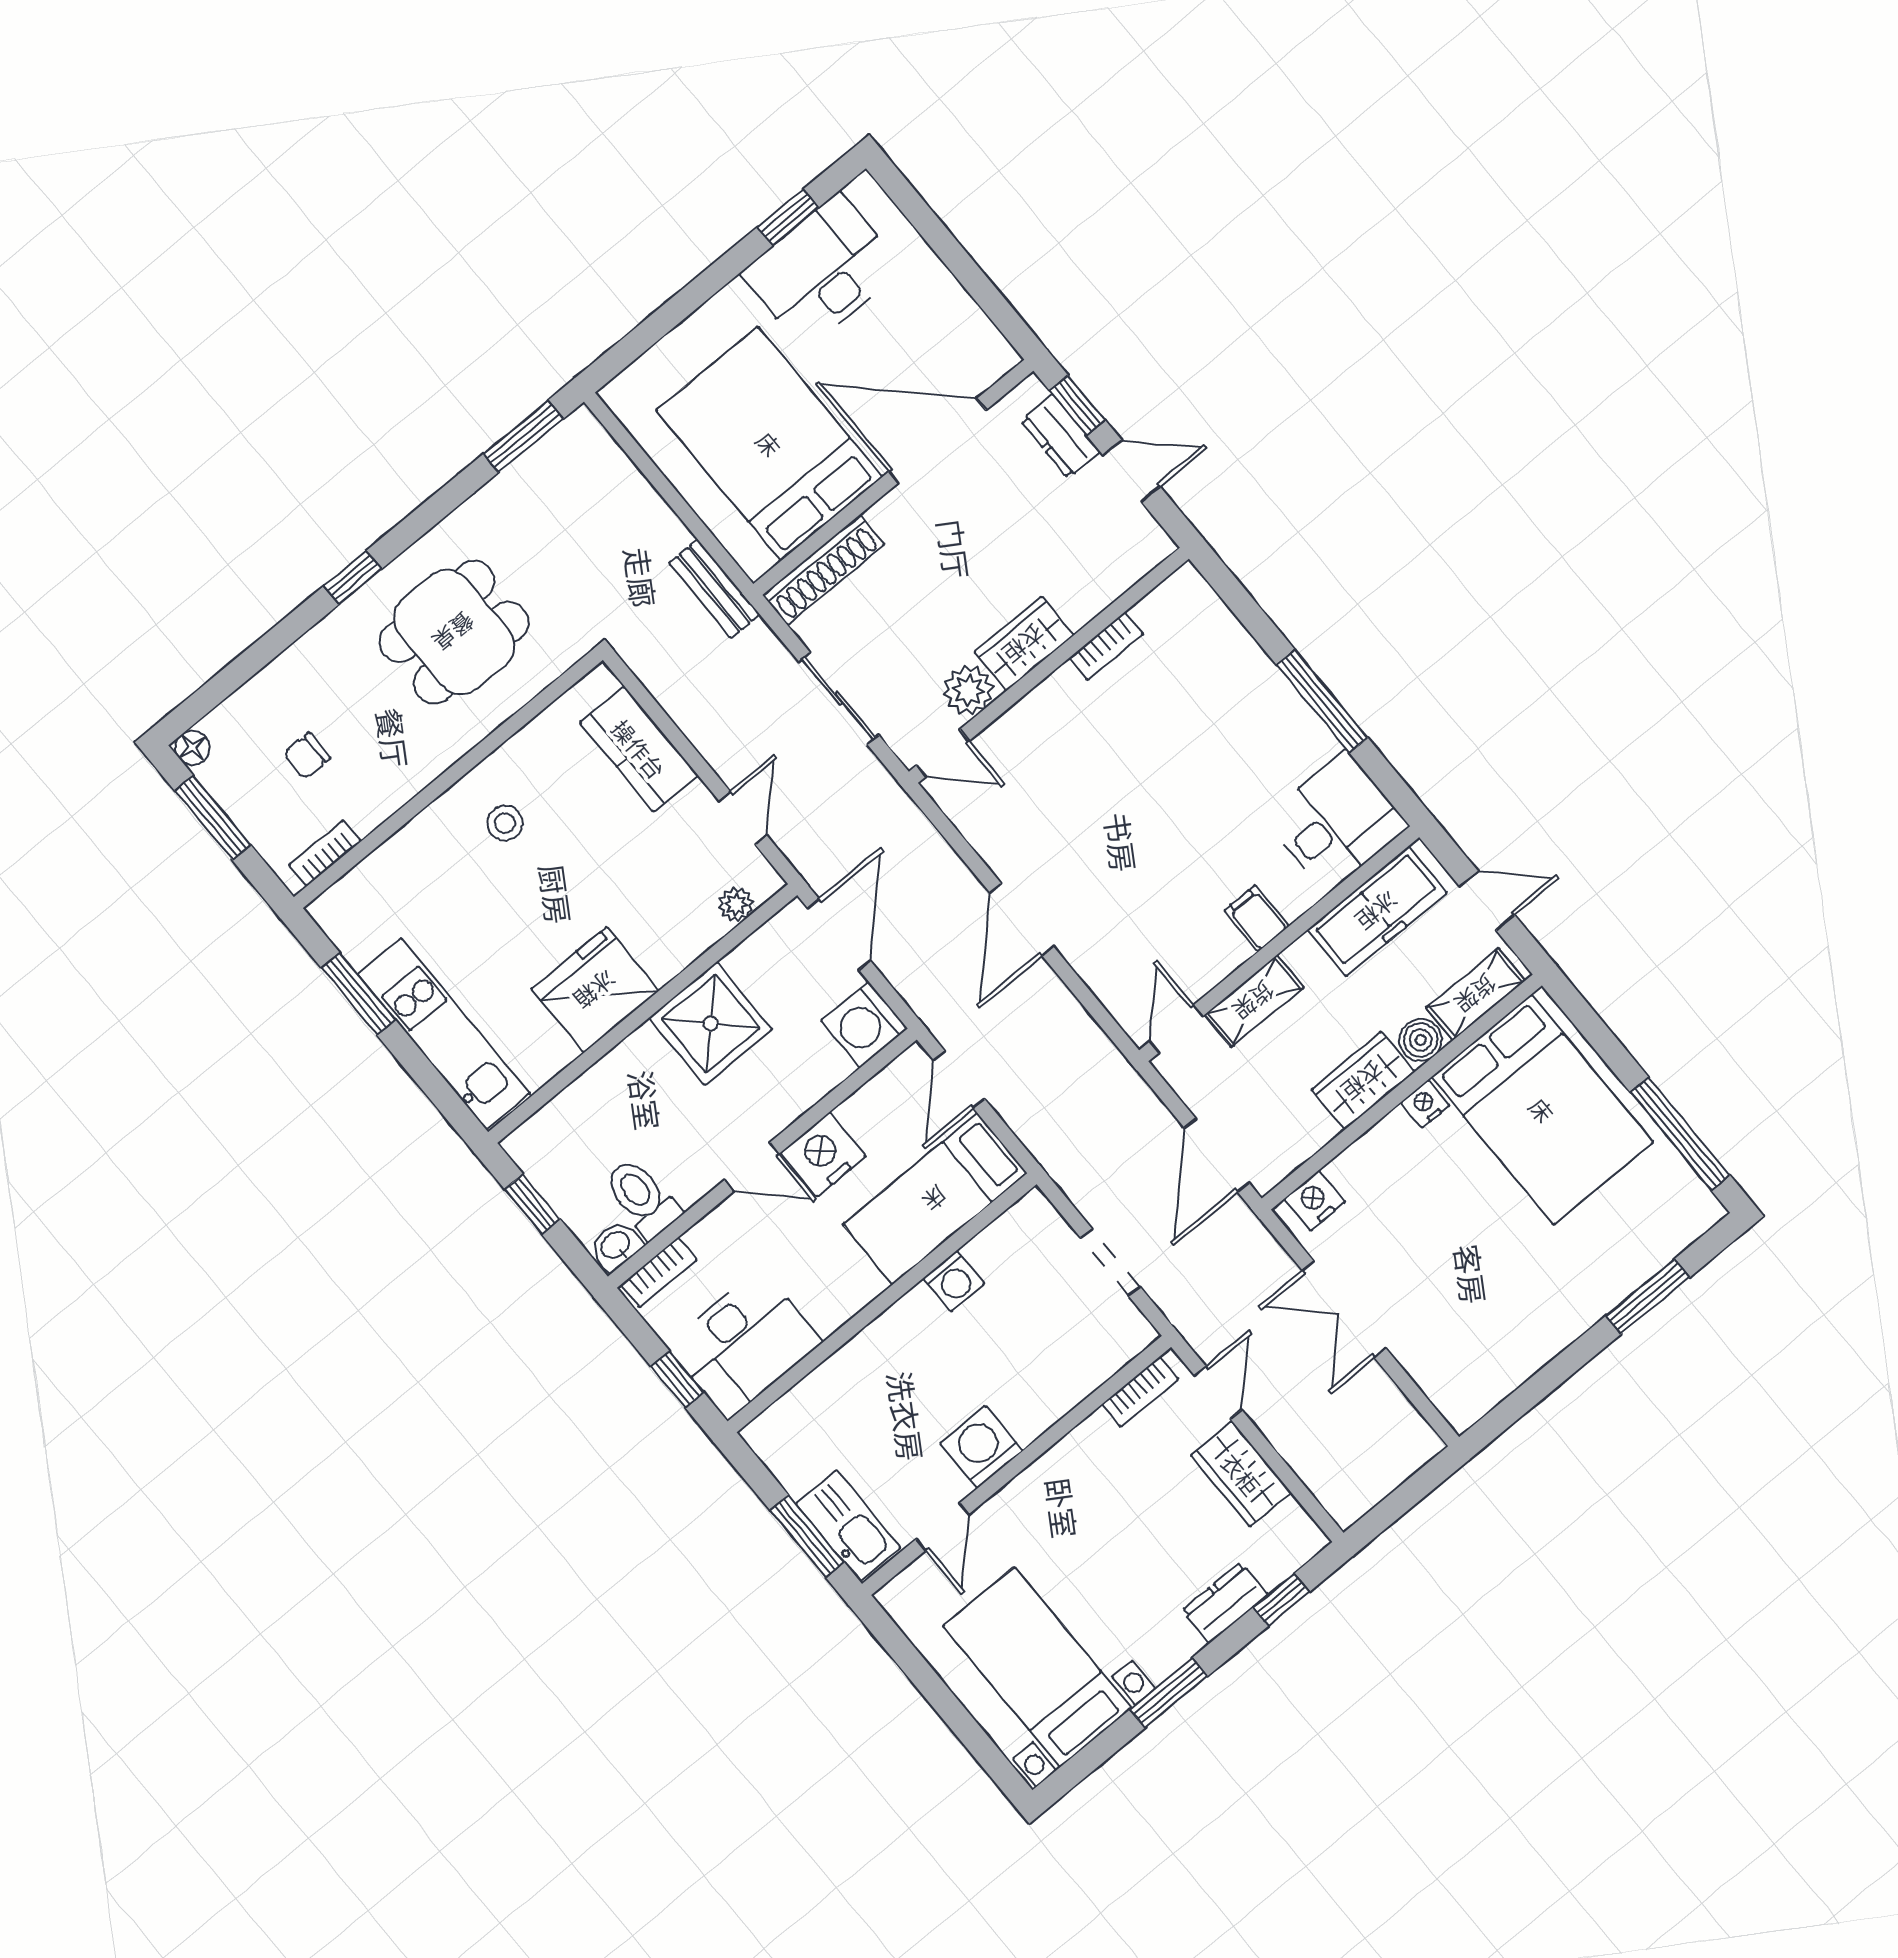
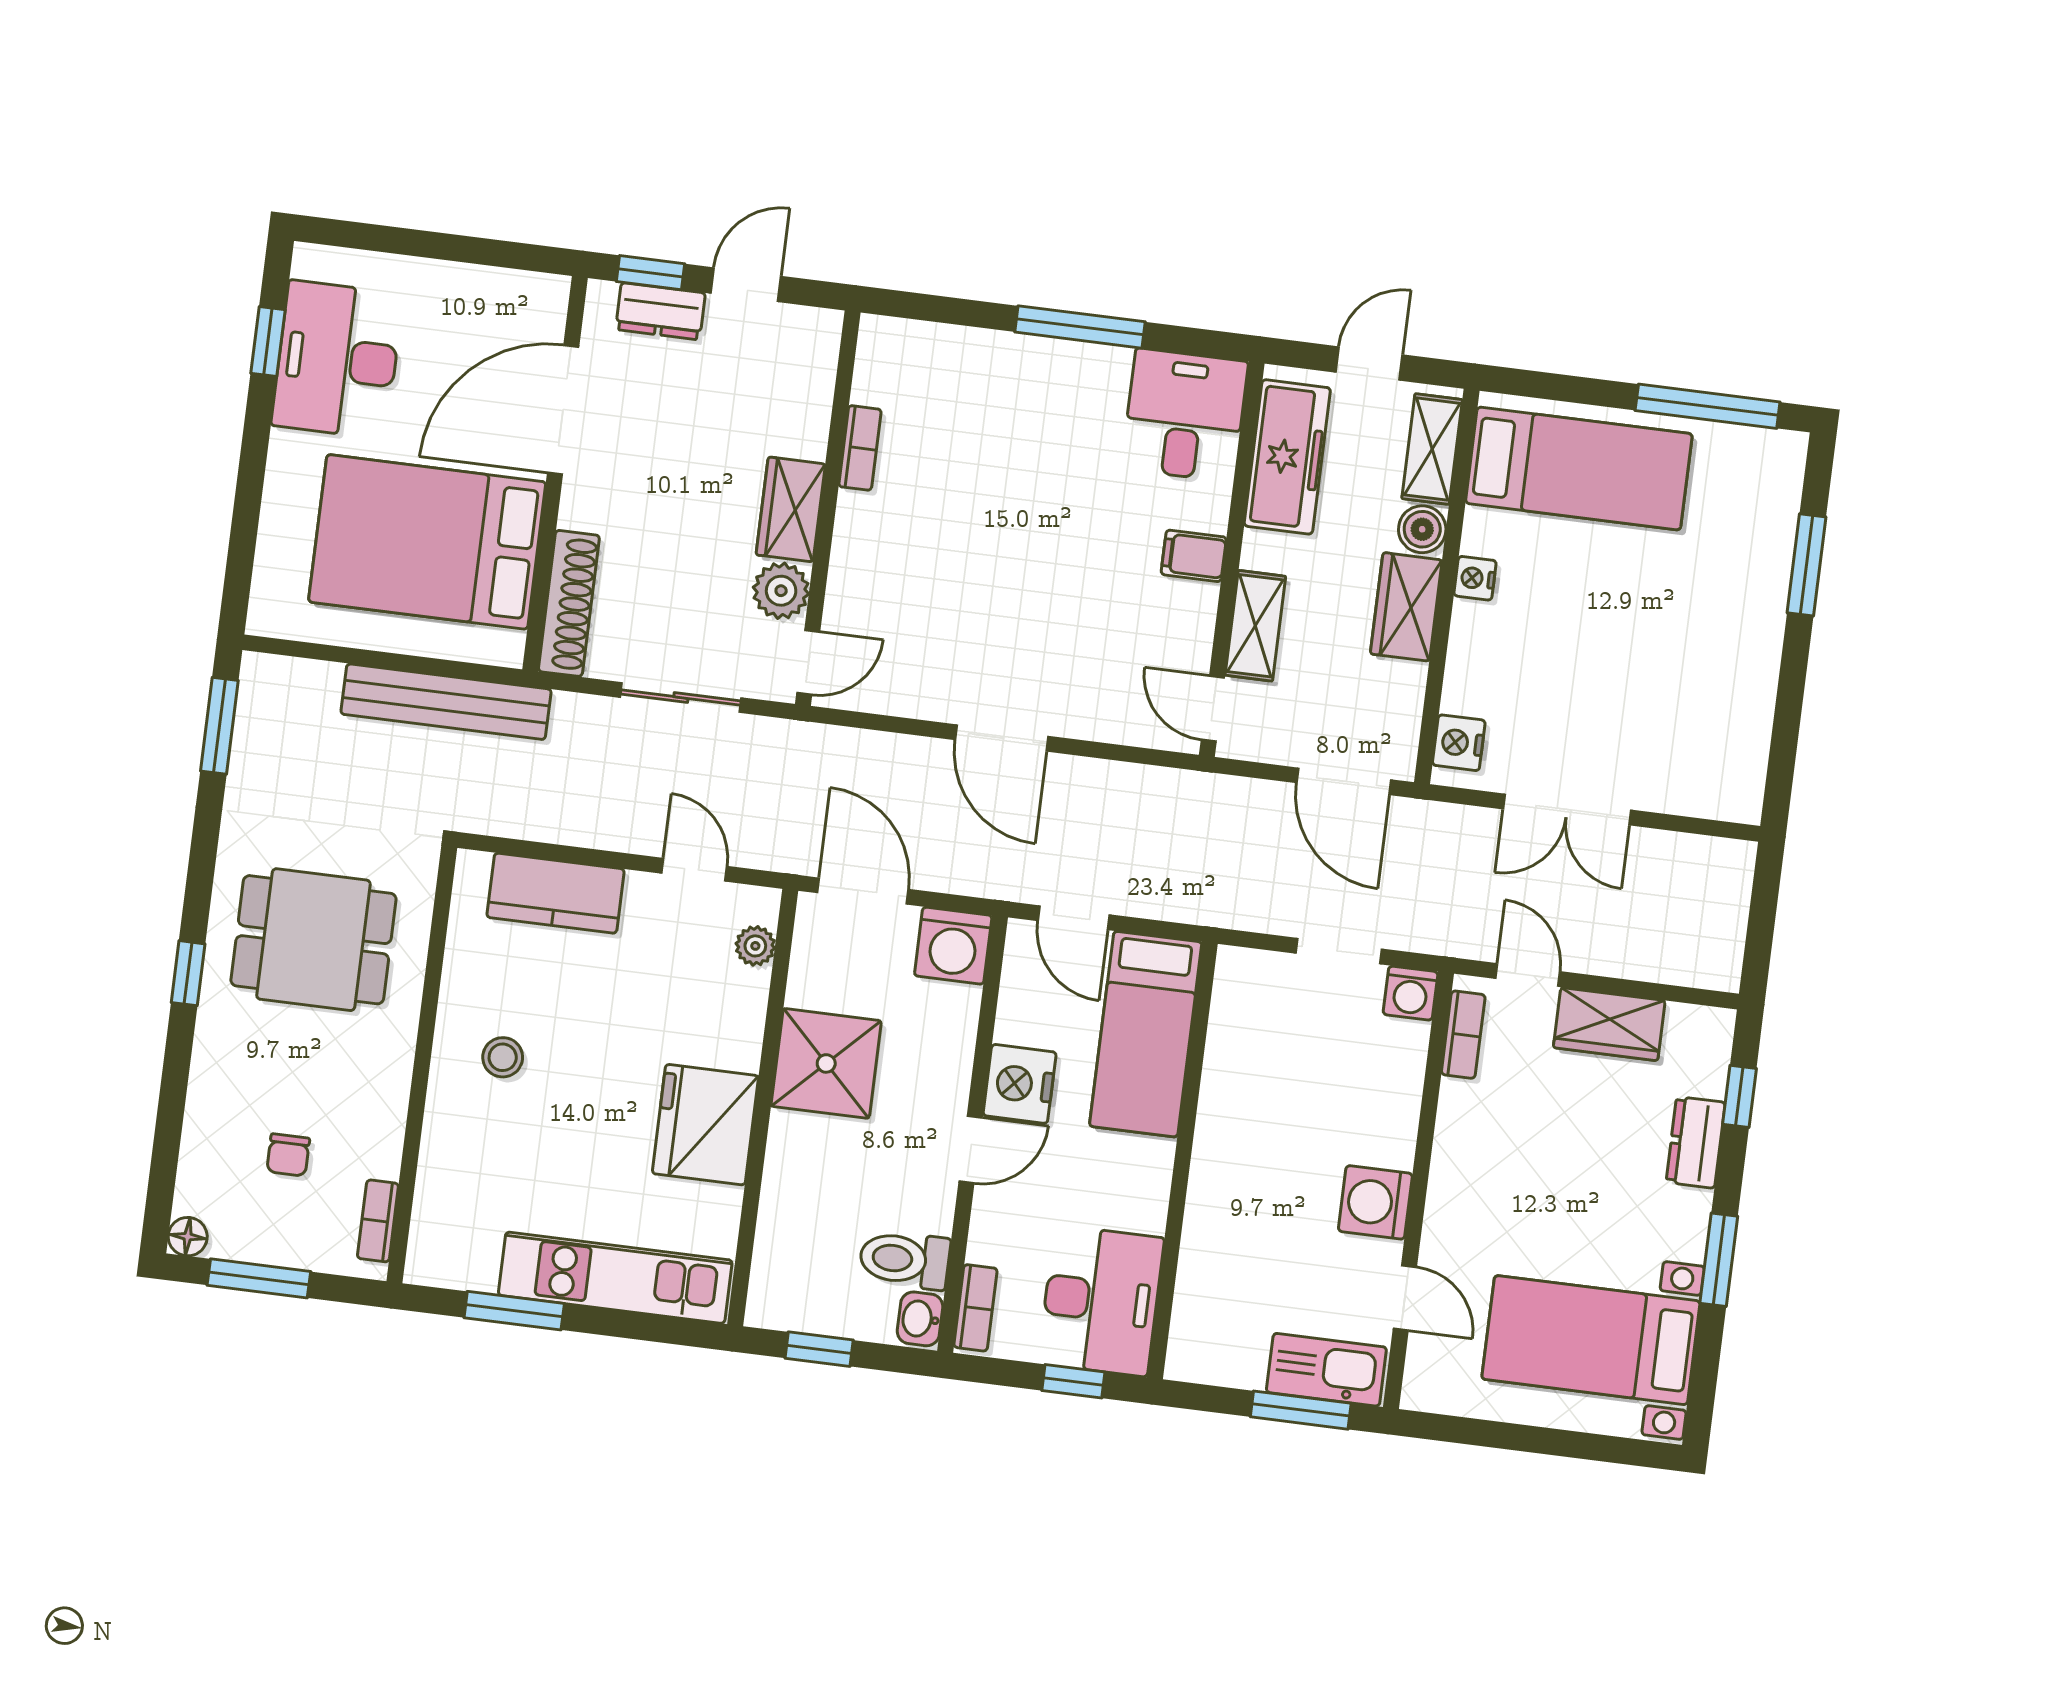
bench: (714, 589) -> (446, 702), width x1.86, depth x1.21
dining table: (454, 632) -> (313, 940), turned 90
bed: (1542, 1110) -> (1579, 468), width x0.67
washing machine: (954, 1281) -> (1410, 993), moved, turned 90

